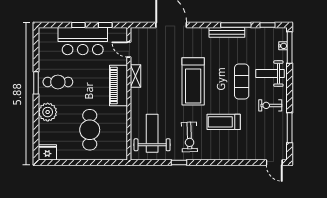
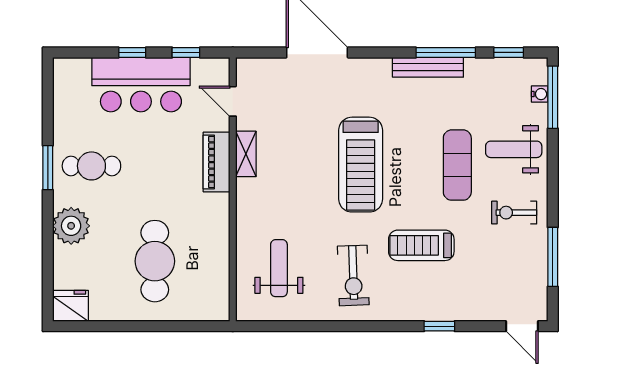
piano: (119, 85) -> (217, 162), width x0.73, depth x0.75
weight bench: (152, 133) -> (279, 268), width x0.73, depth x0.75
window: (179, 162) -> (439, 326), moved

